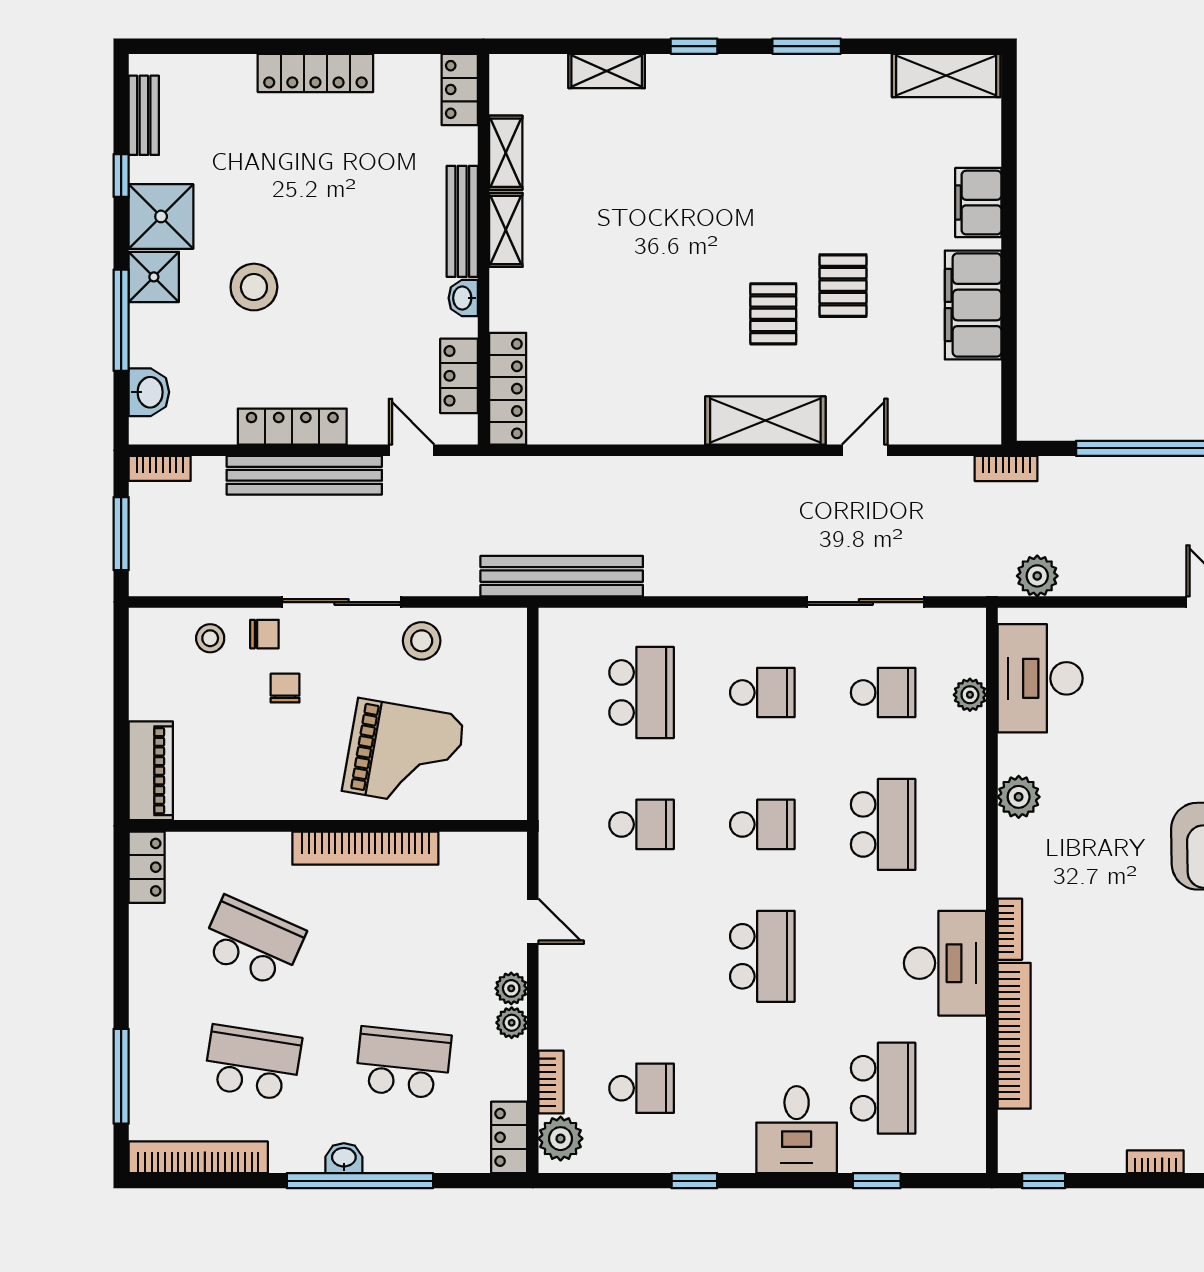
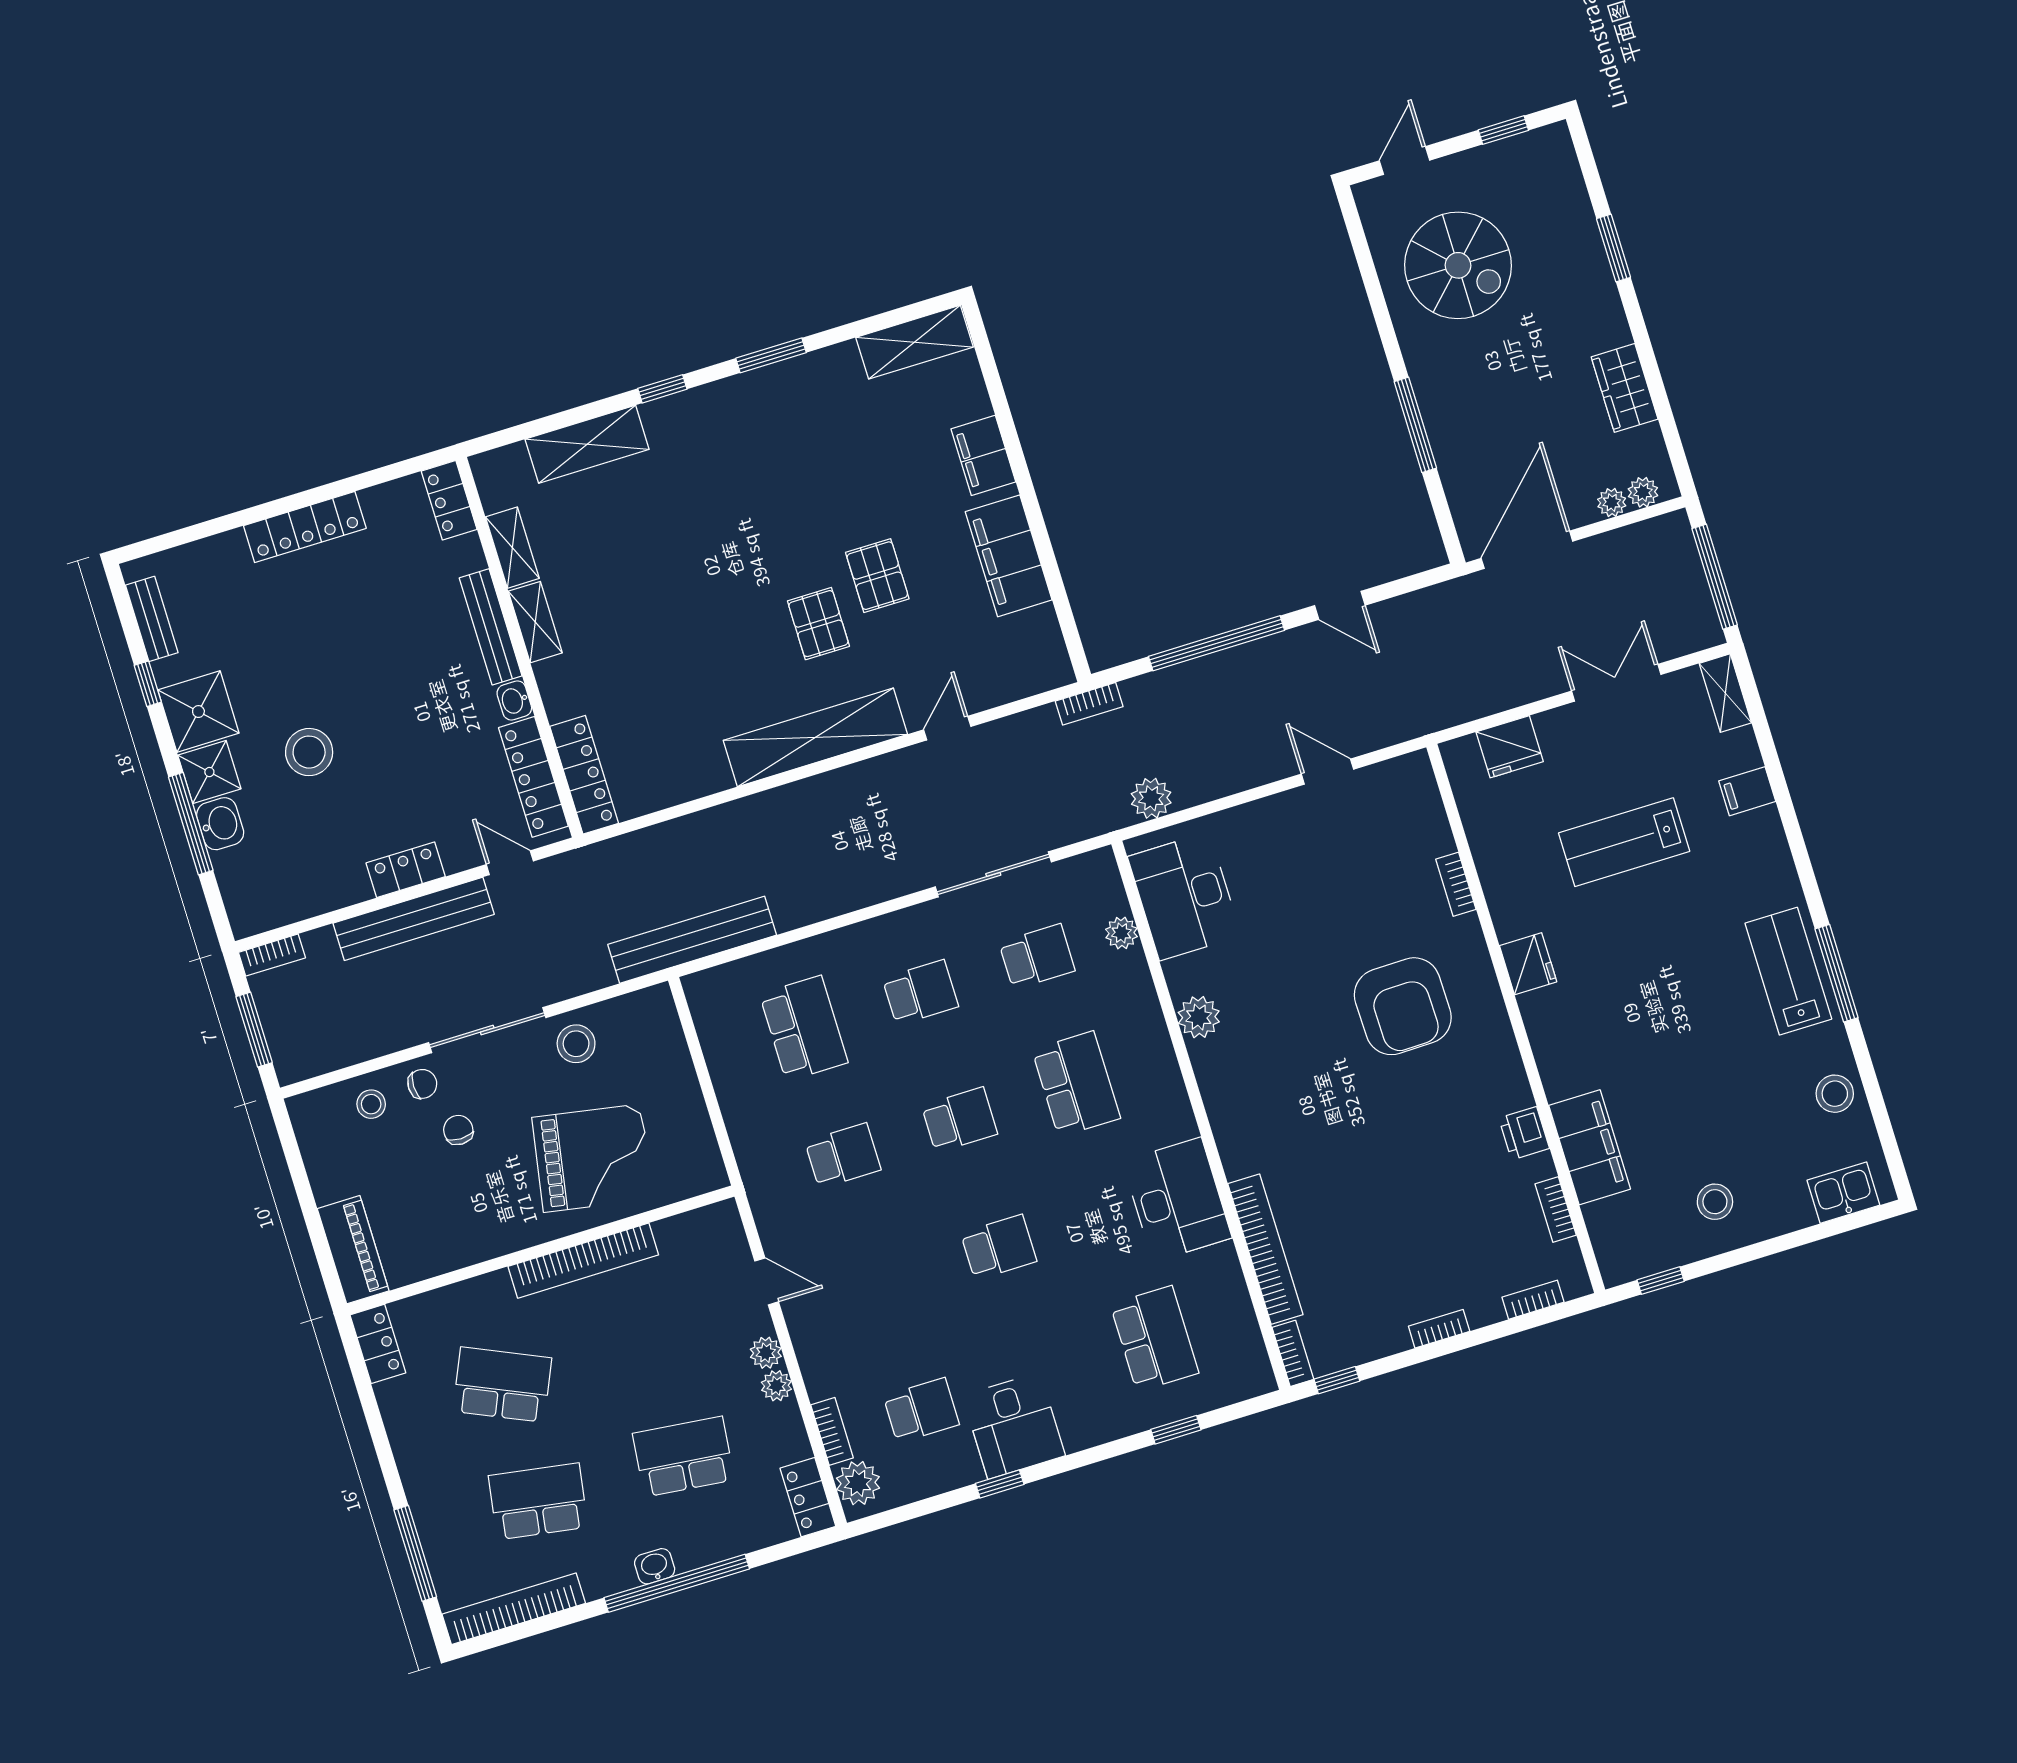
shelving: (607, 71) -> (587, 444), width x1.50, depth x1.33
locker: (459, 376) -> (533, 777), width x1.53
washbasin: (149, 392) -> (220, 824), moved
shelving: (765, 420) -> (815, 737), width x1.47
locker: (292, 427) -> (406, 870), width x0.66
bookcase: (1010, 929) -> (1293, 1353), moved
school desk: (762, 956) -> (999, 1247), width x0.54
desk: (797, 1130) -> (1014, 1426), moved

